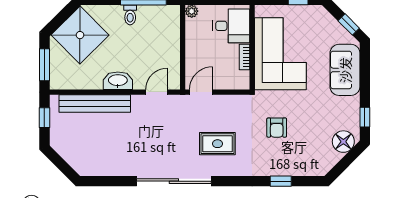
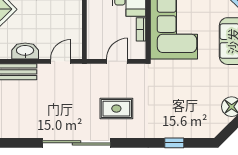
door: (201, 92) -> (117, 61), moved
armchair: (277, 128) -> (171, 94), removed

